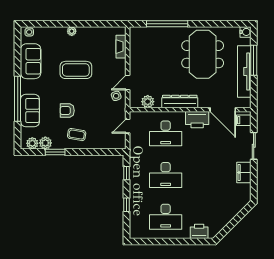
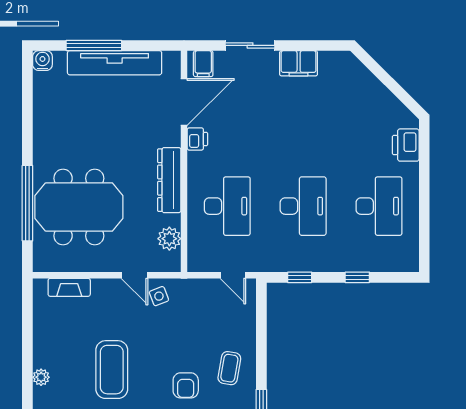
meeting table: (203, 54) -> (79, 207), moved
printer: (197, 120) -> (197, 139), width x0.53, depth x0.68
door: (128, 126) -> (233, 275), moved

